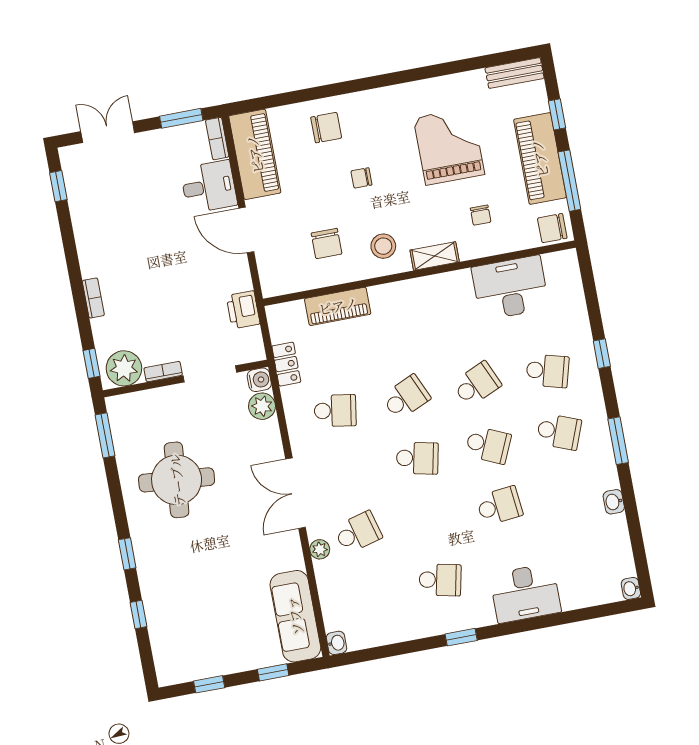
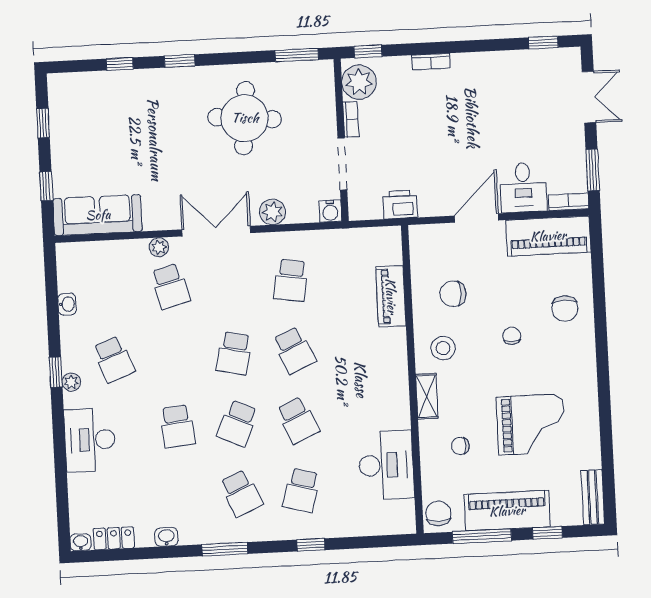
locker: (286, 364) -> (114, 538), moved, turned 180
plant: (262, 406) -> (272, 212), moved
school desk: (559, 432) -> (241, 493), turned -45
school desk: (440, 580) -> (114, 359), turned -33
plant: (469, 620) -> (71, 382), added
washbasin: (336, 643) -> (67, 304), moved, turned -90

